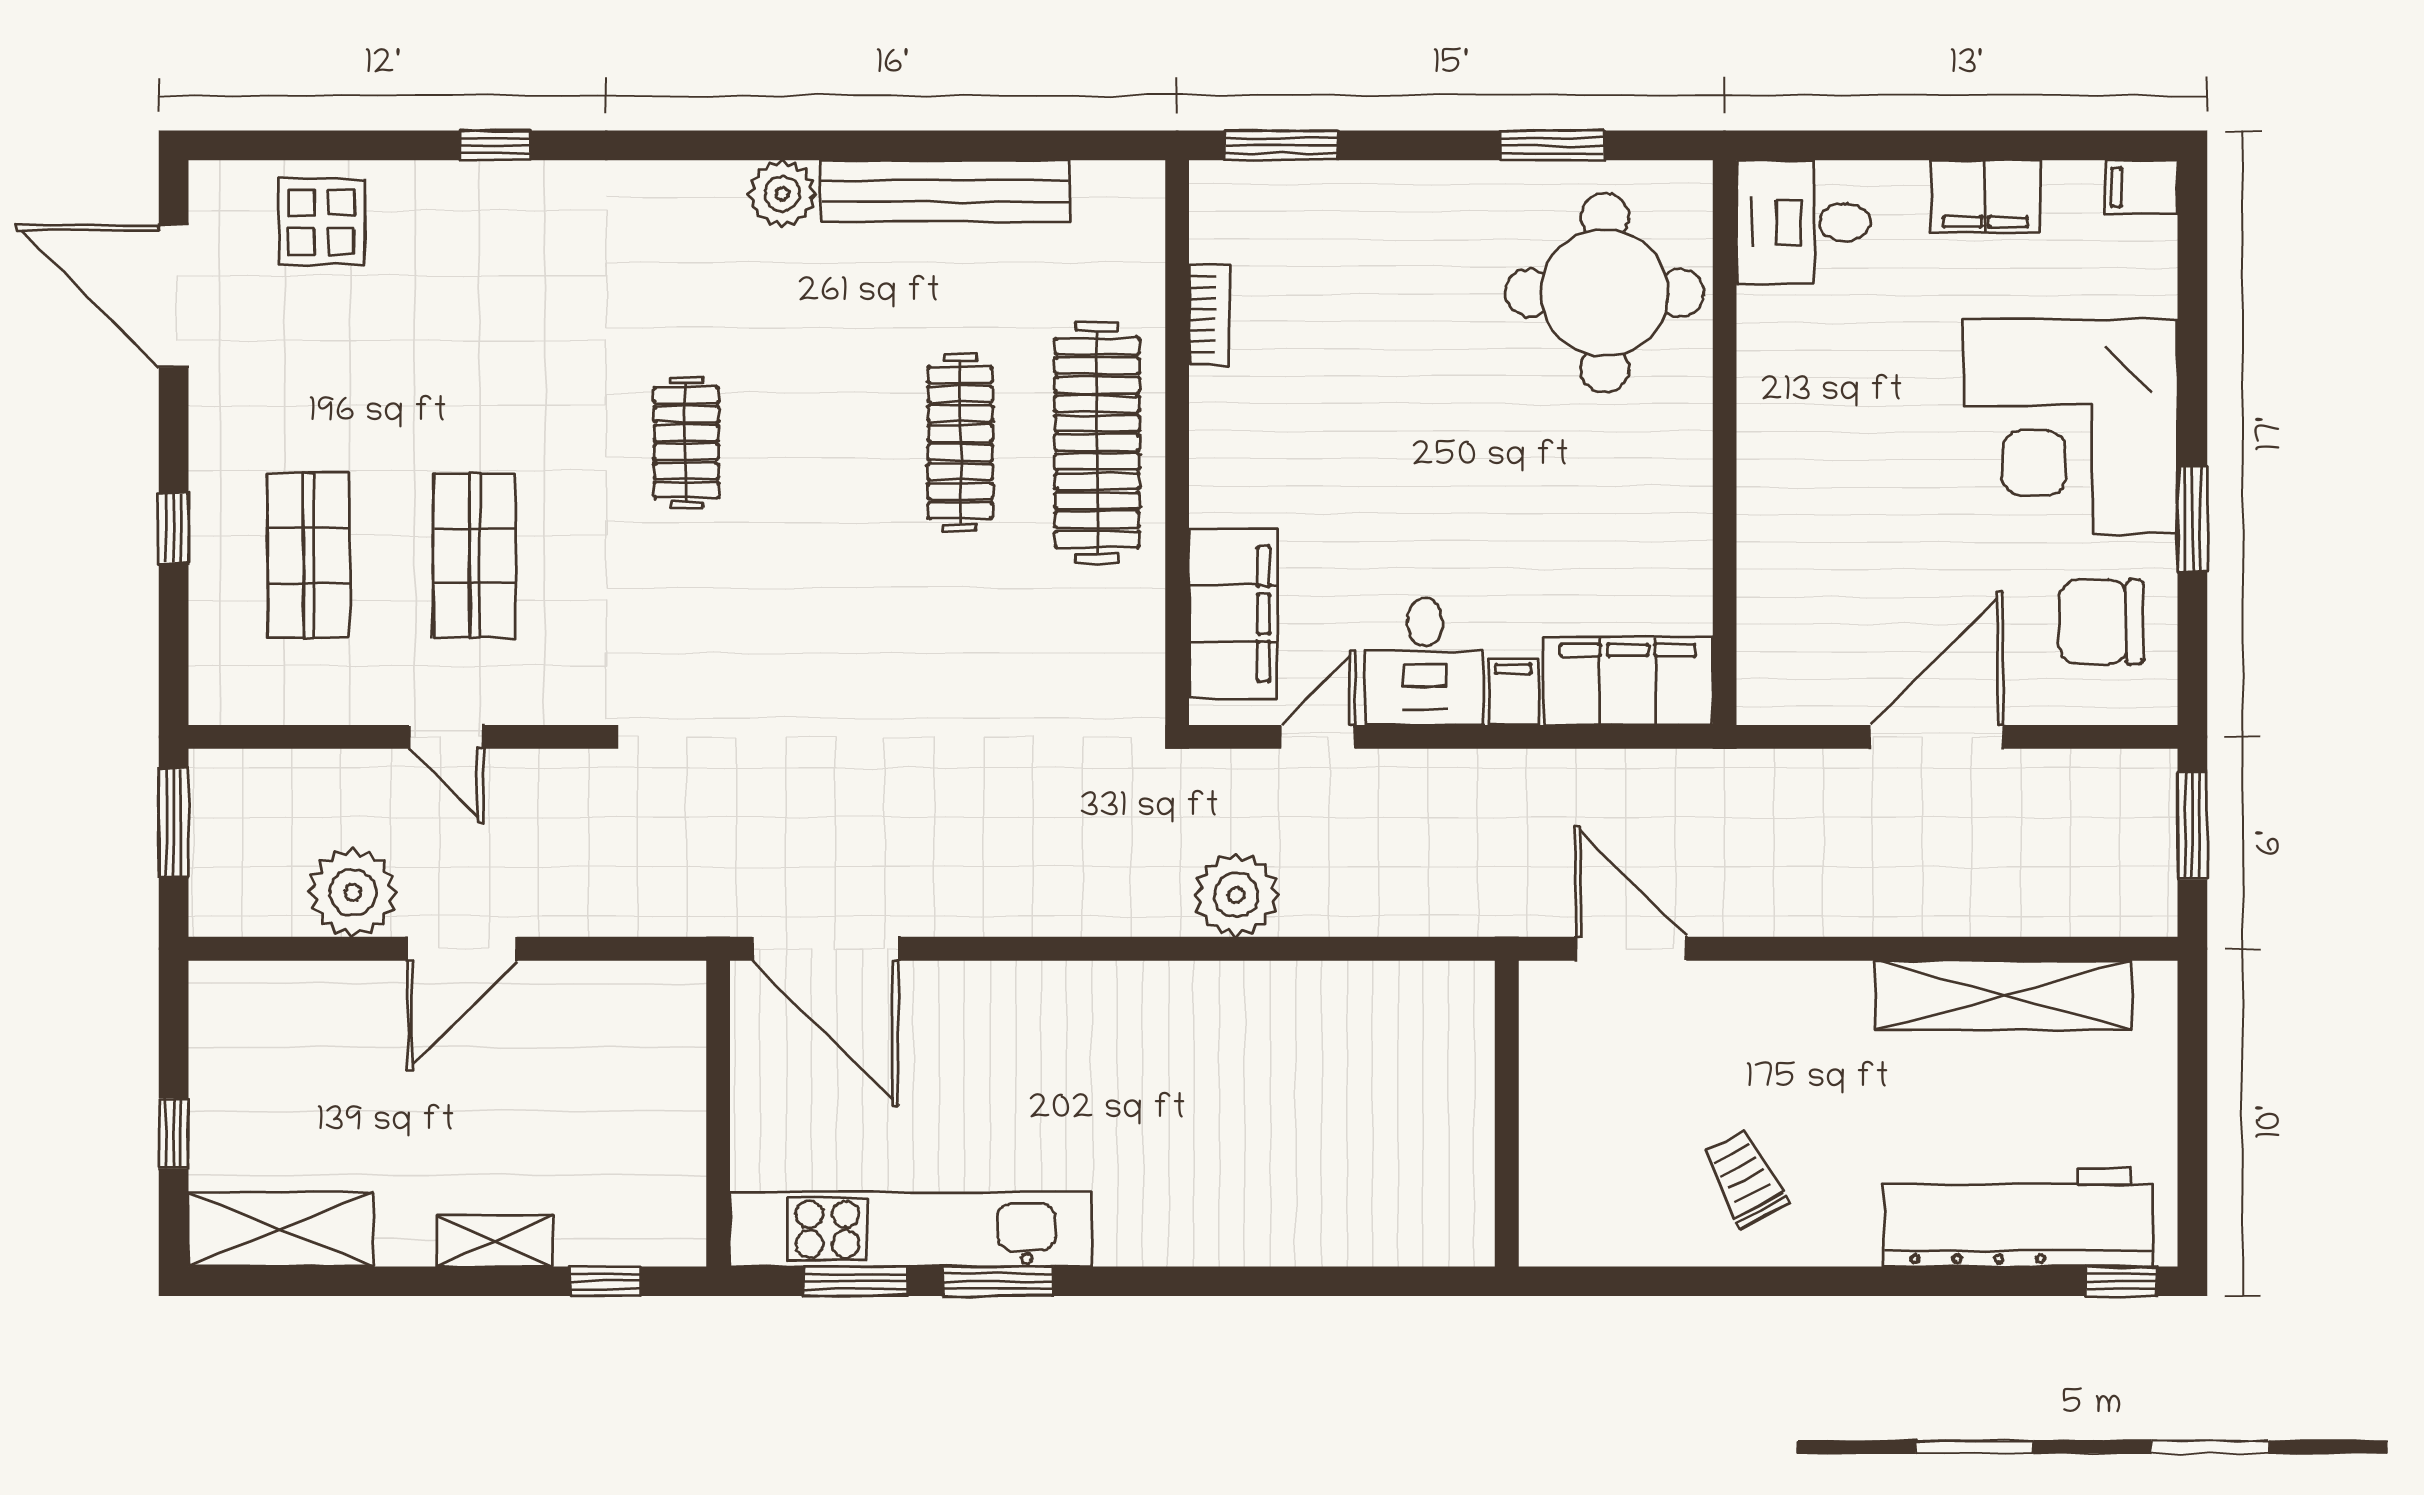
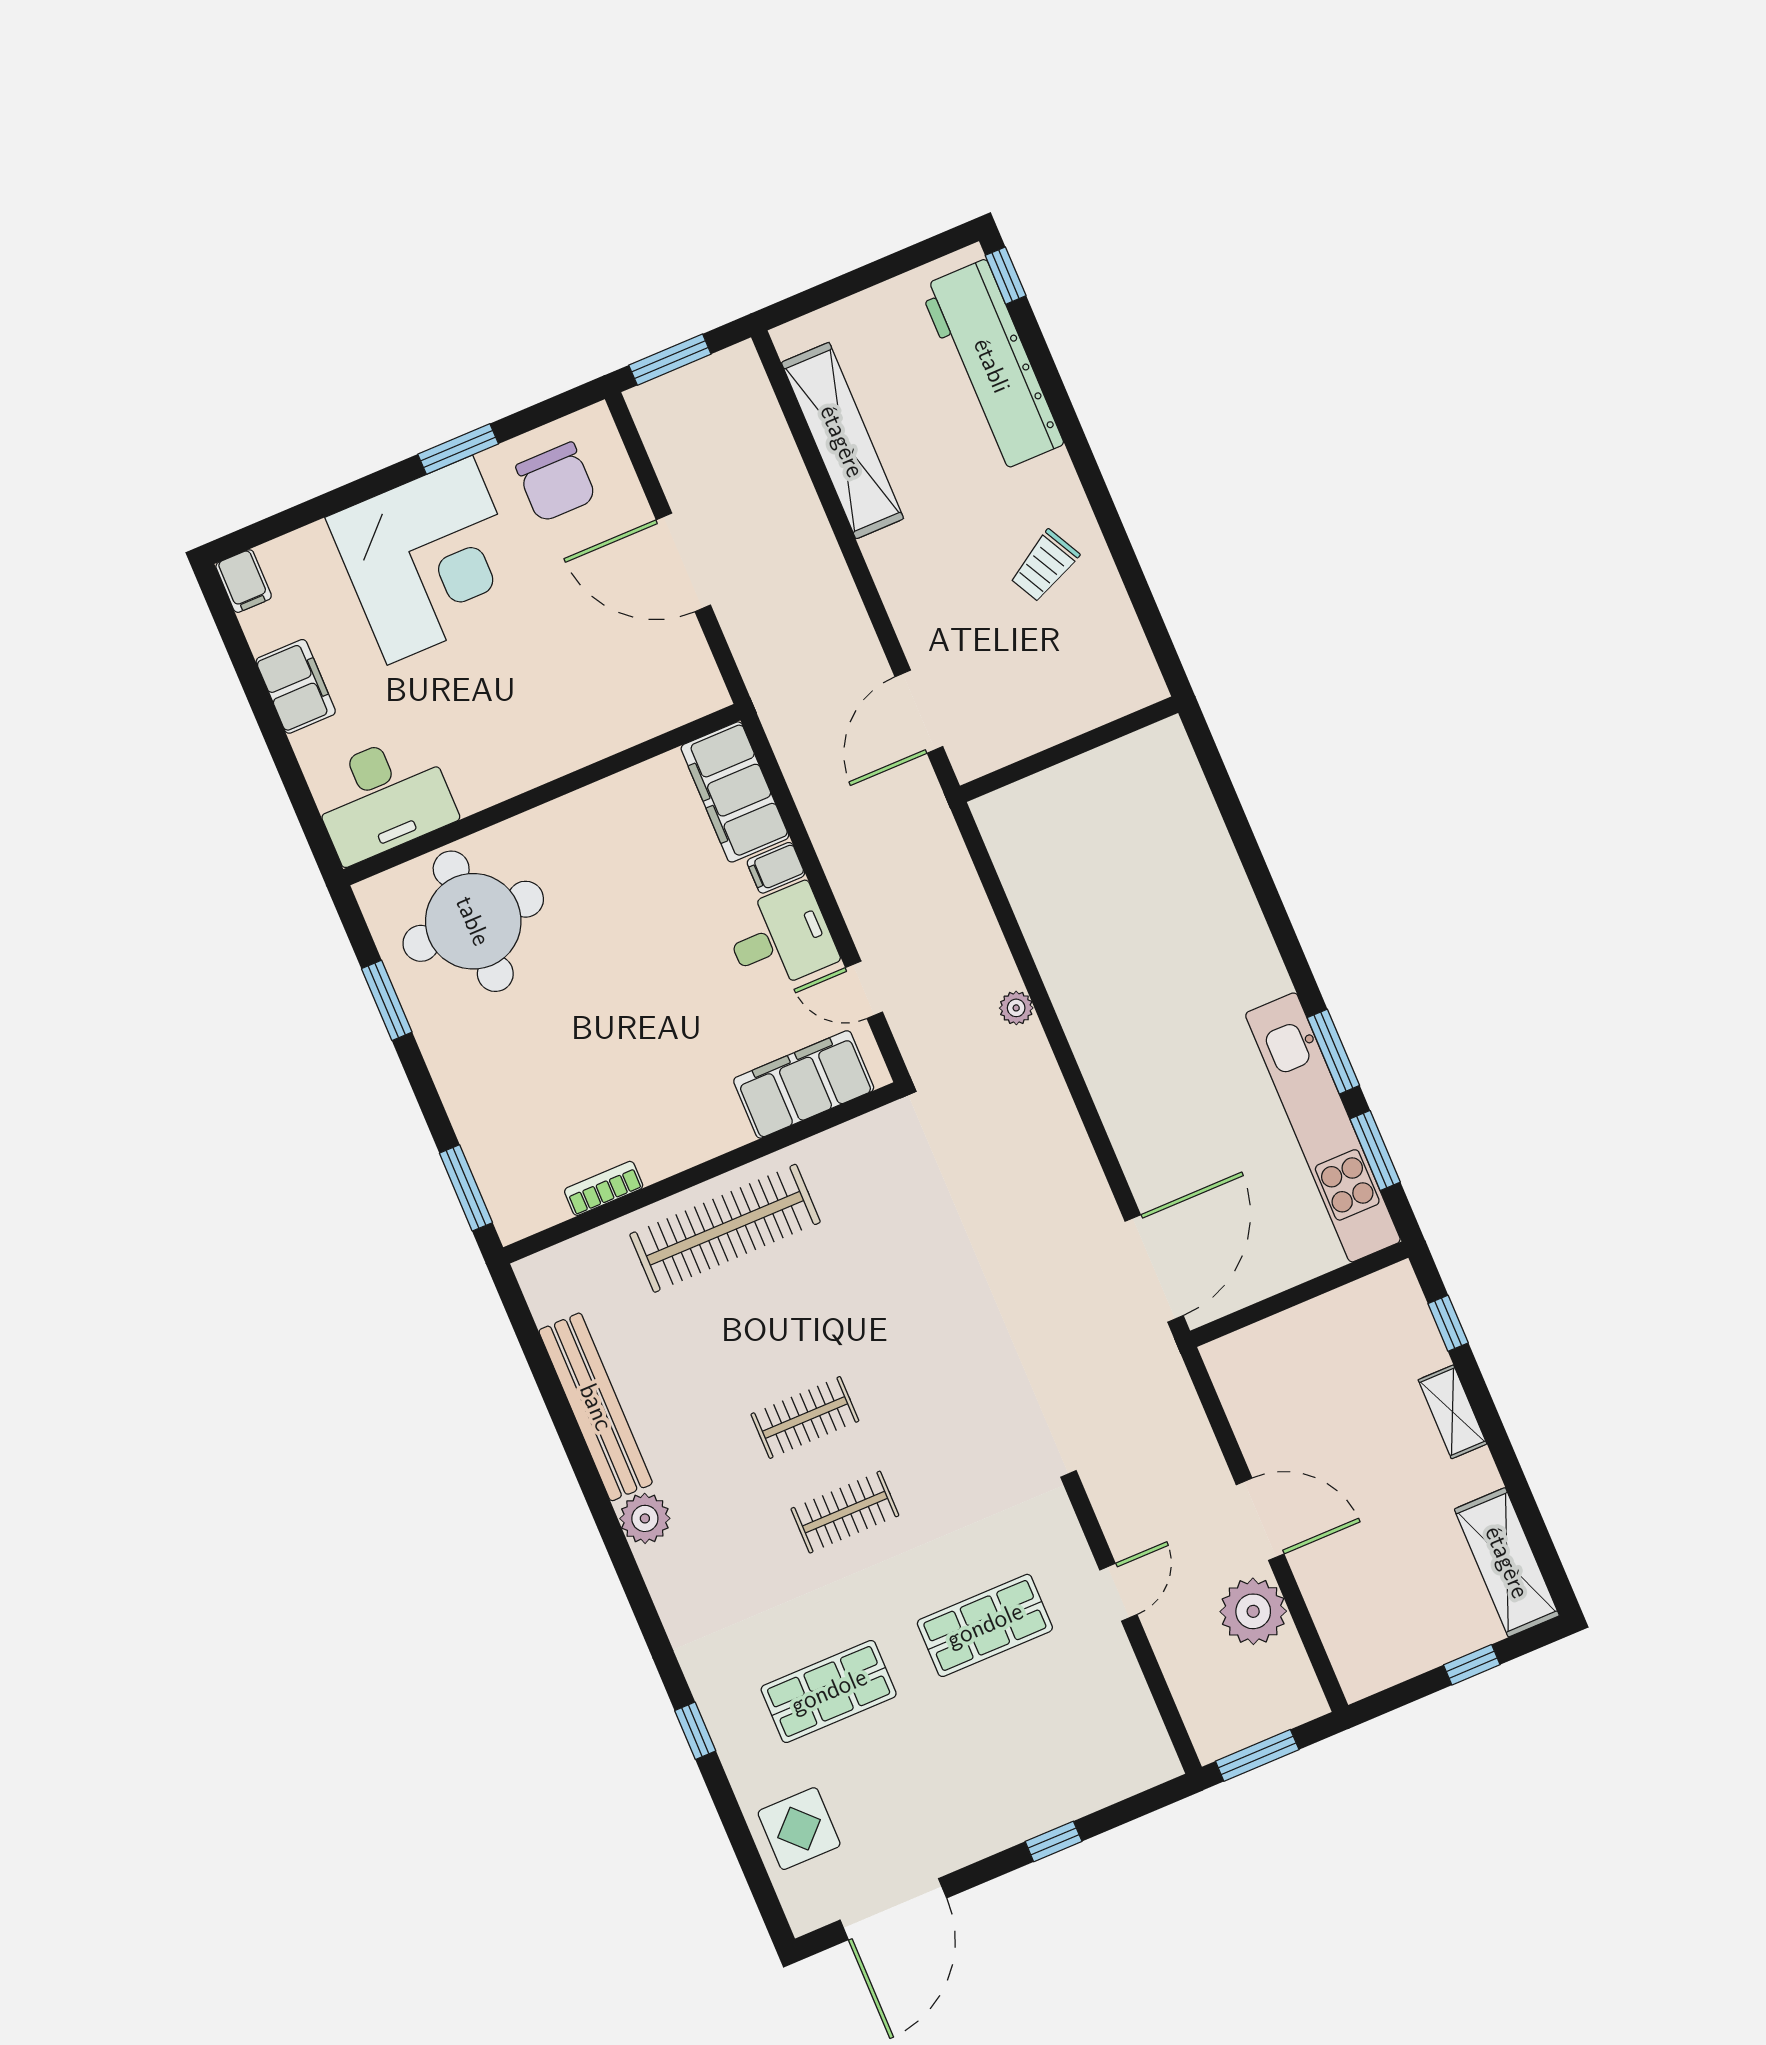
desk: (1803, 222) -> (383, 798), width x1.37
clothes rail: (960, 443) -> (805, 1417), moved, width x0.73
shop shelf: (308, 556) -> (829, 1691), moved
plant: (1236, 895) -> (1016, 1008), width x0.53, depth x0.53

